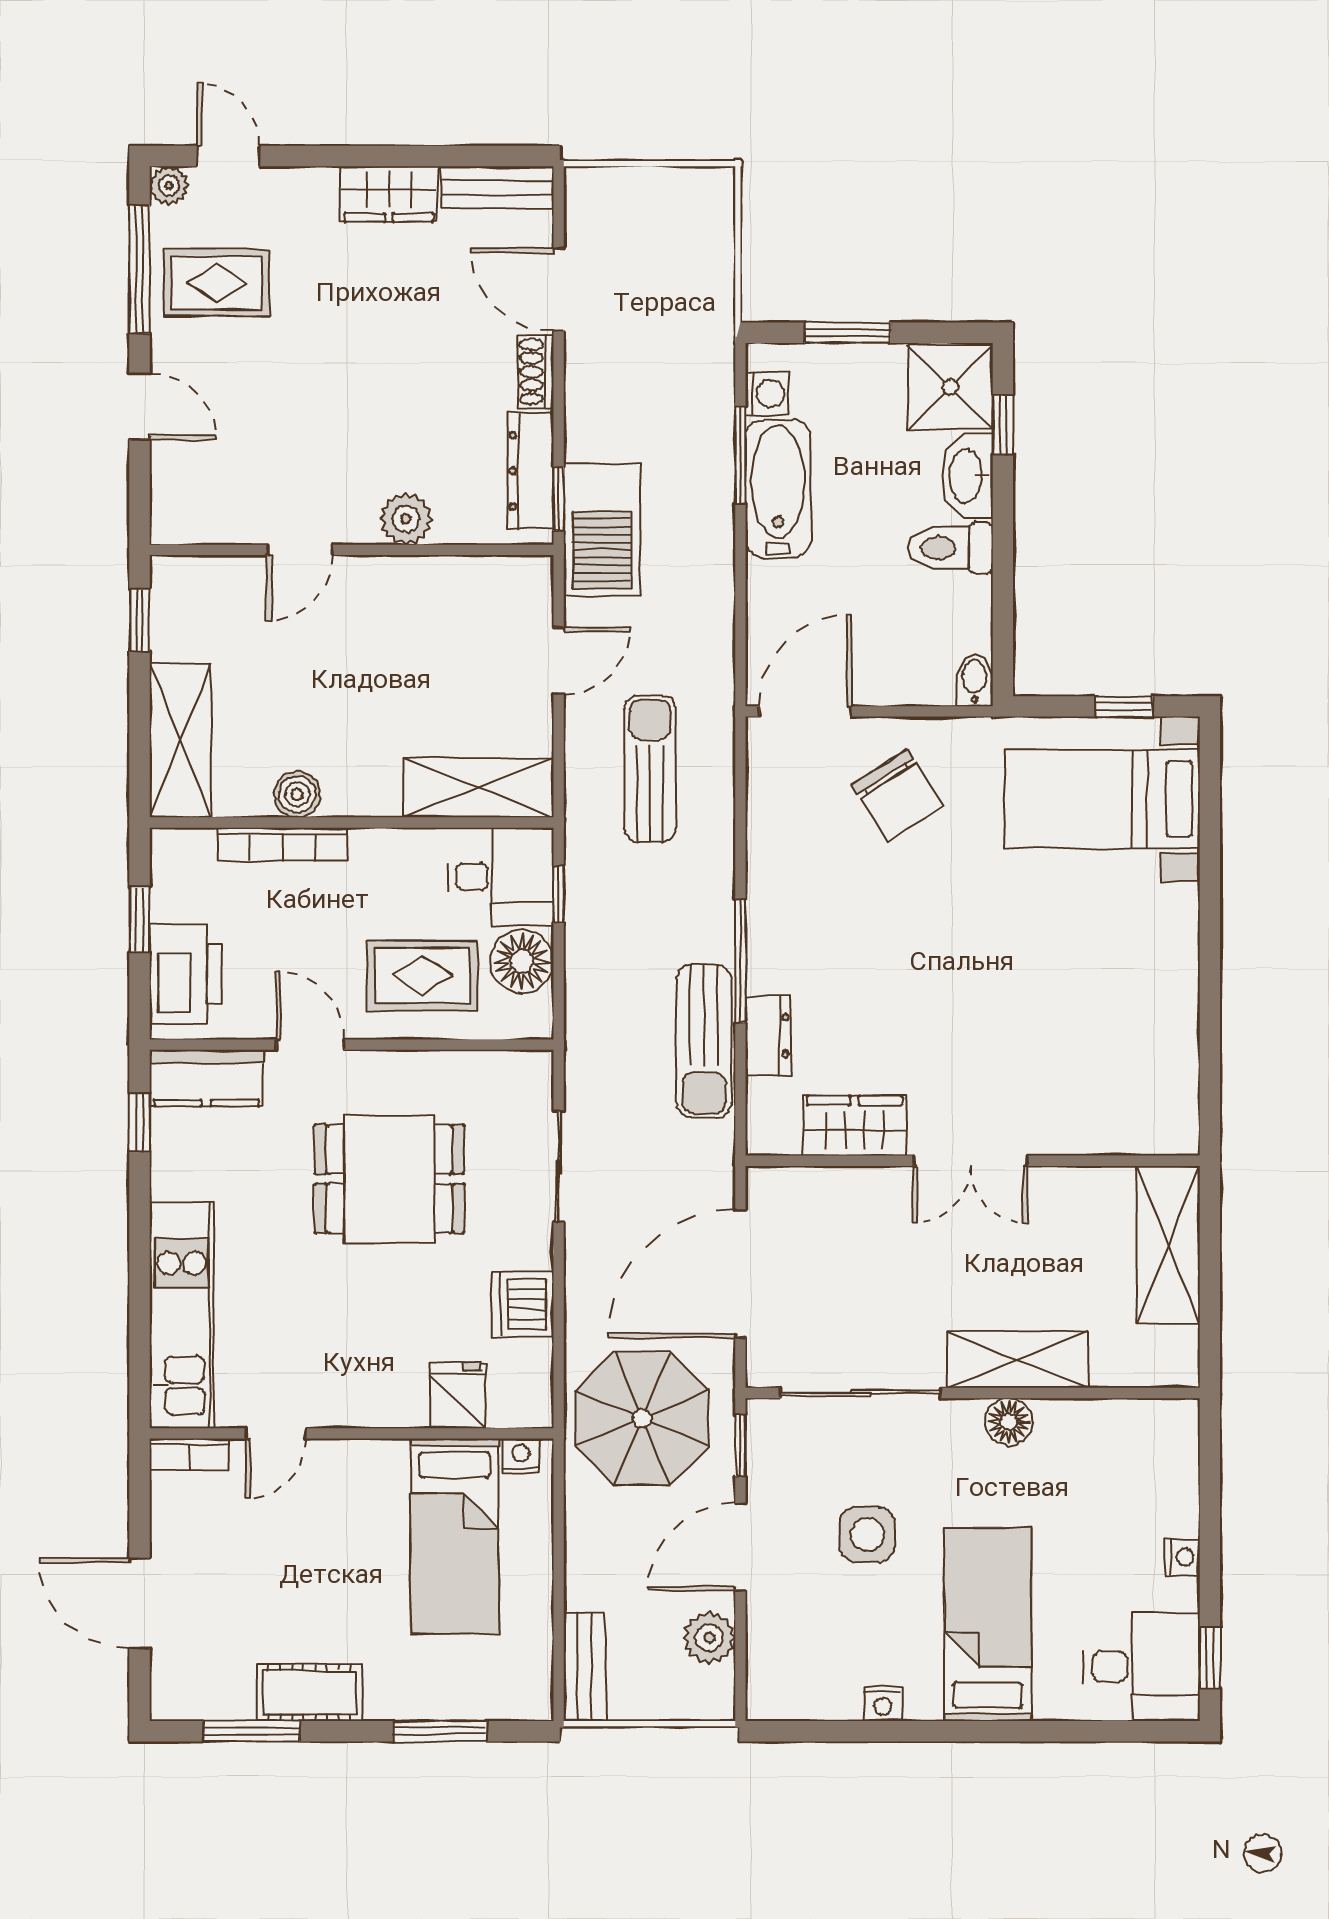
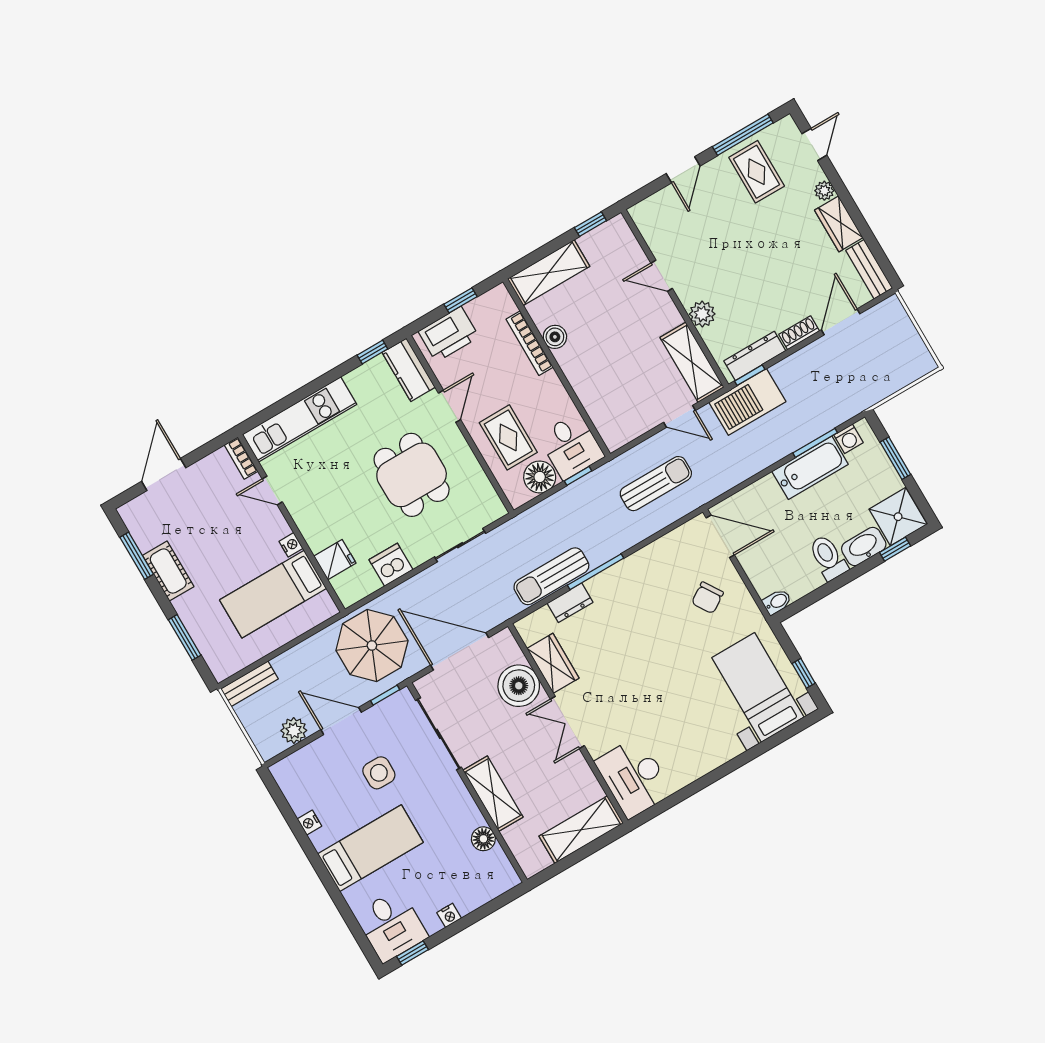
plant: (169, 185) -> (824, 191), moved
shelving: (479, 787) -> (692, 362), moved
chair: (898, 795) -> (707, 598), width x0.73, depth x0.73
desk: (1131, 1102) -> (634, 777), added
boiler: (859, 1207) -> (519, 686), added
floor lamp: (1009, 1422) -> (483, 839), moved
nightstand: (521, 1456) -> (291, 545), moved

